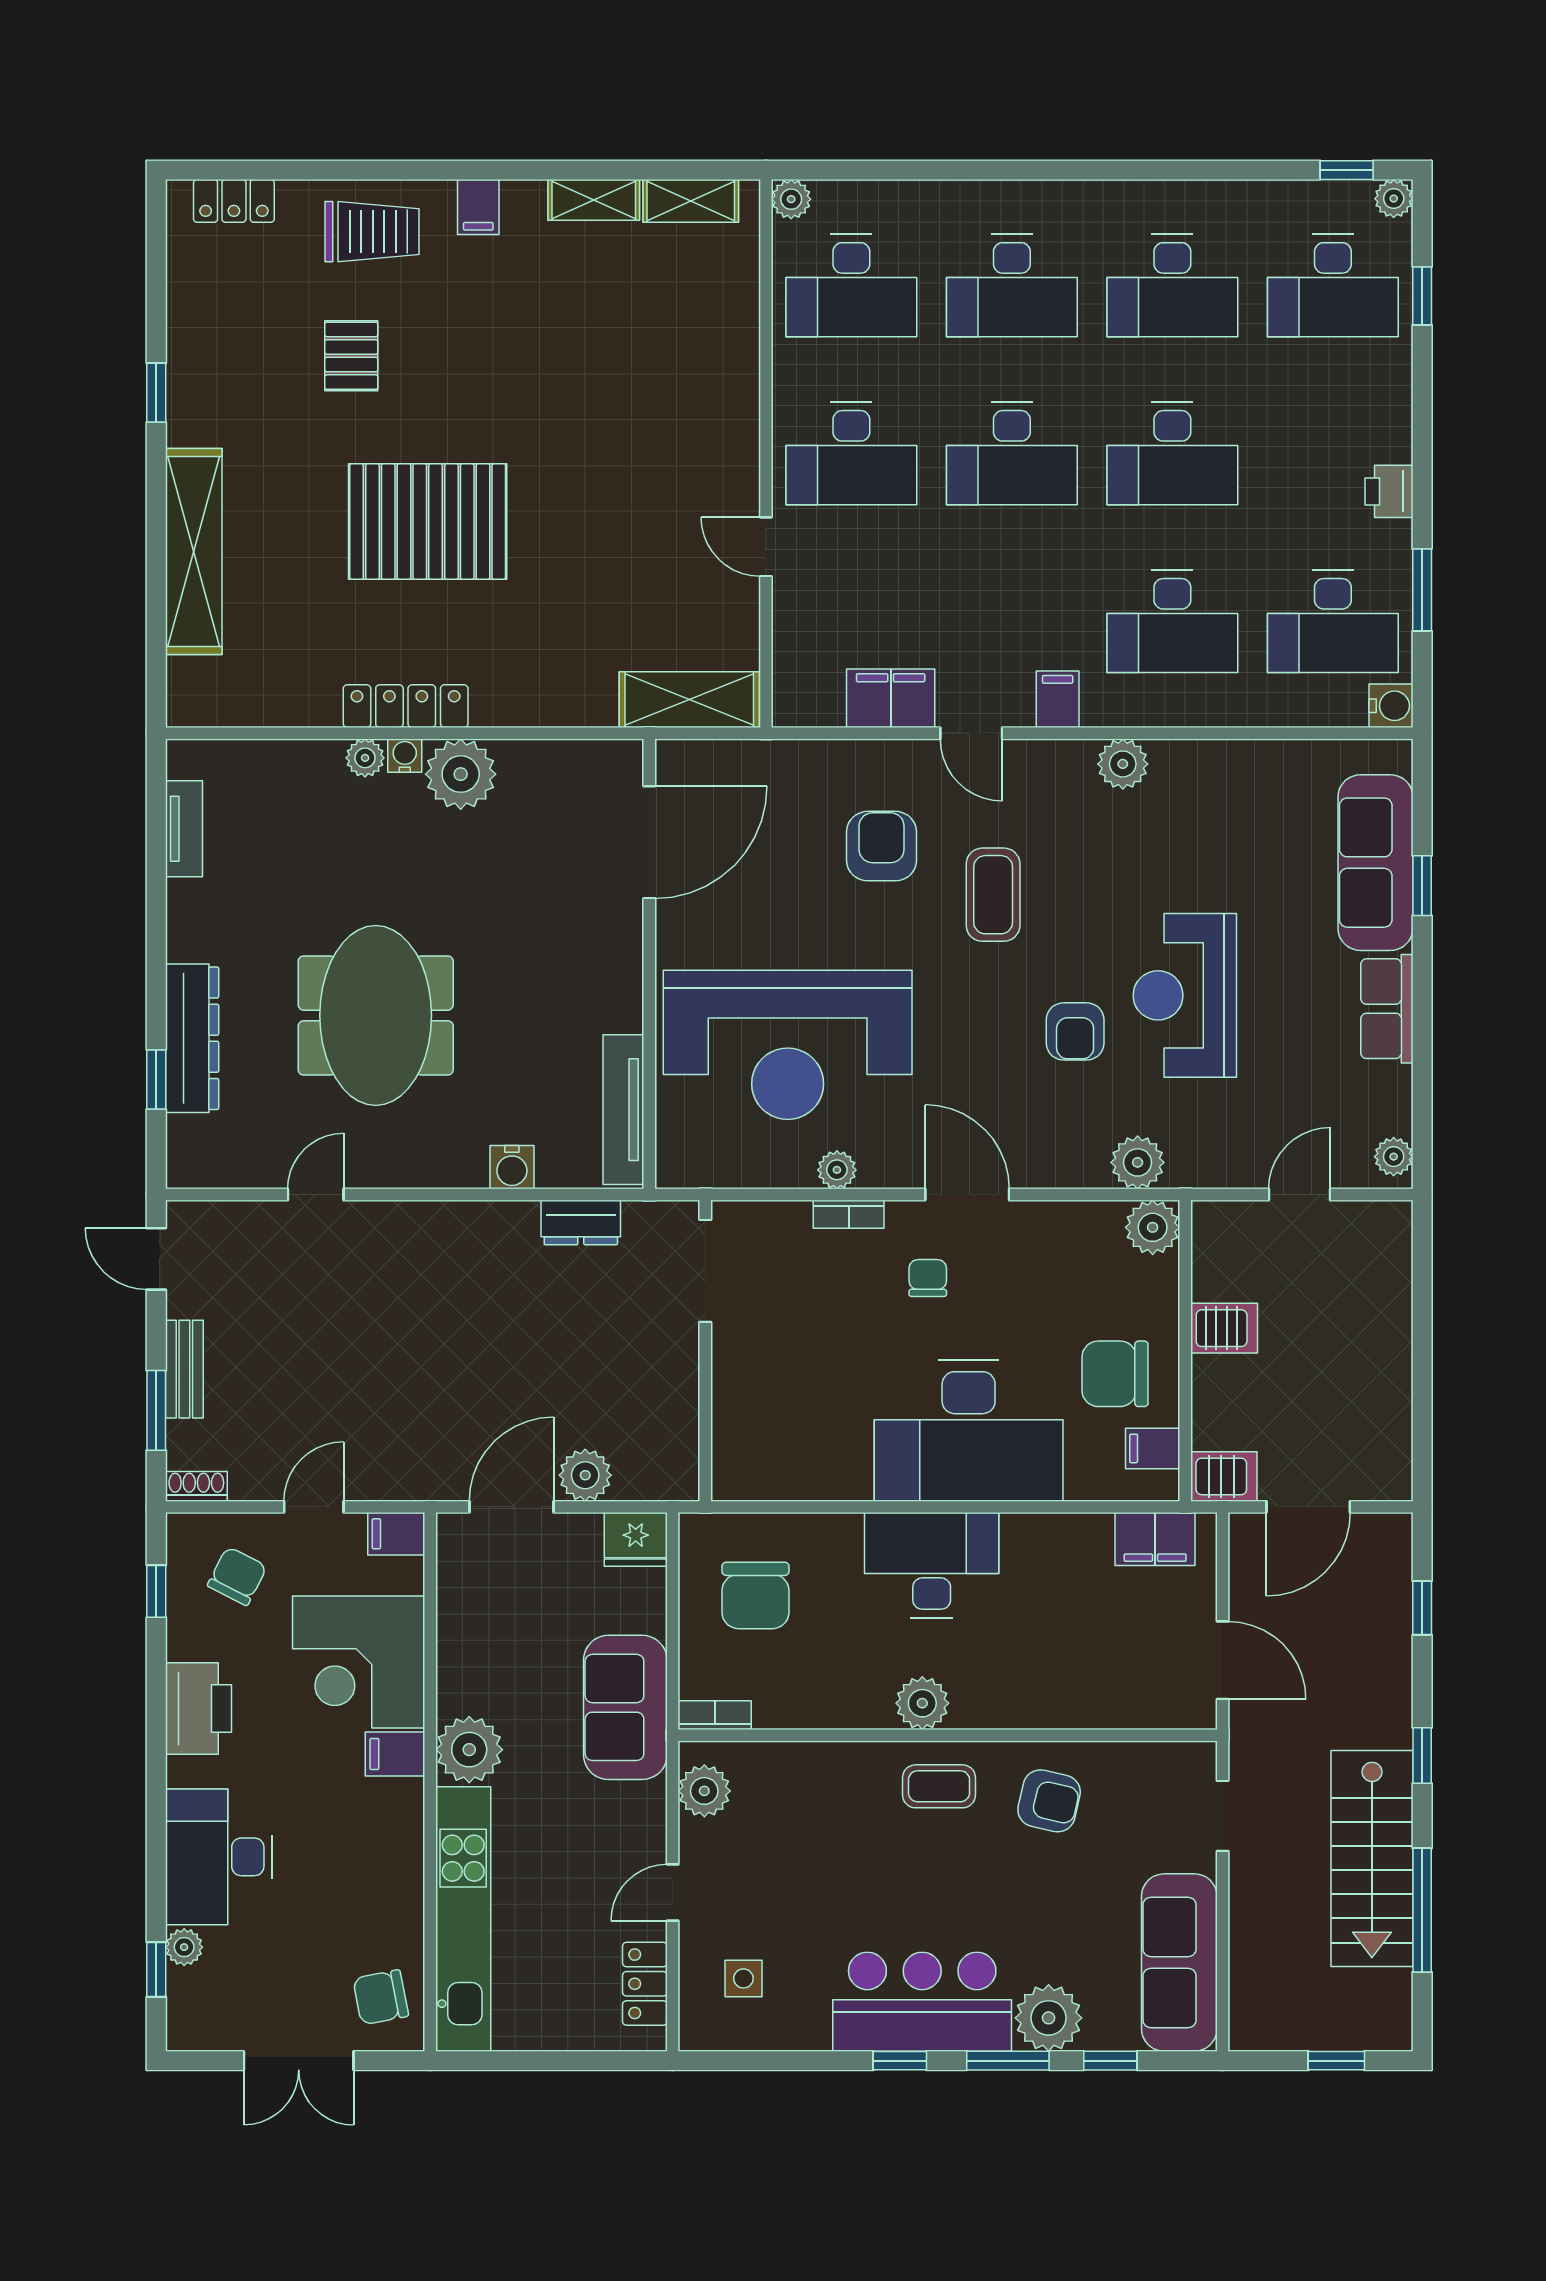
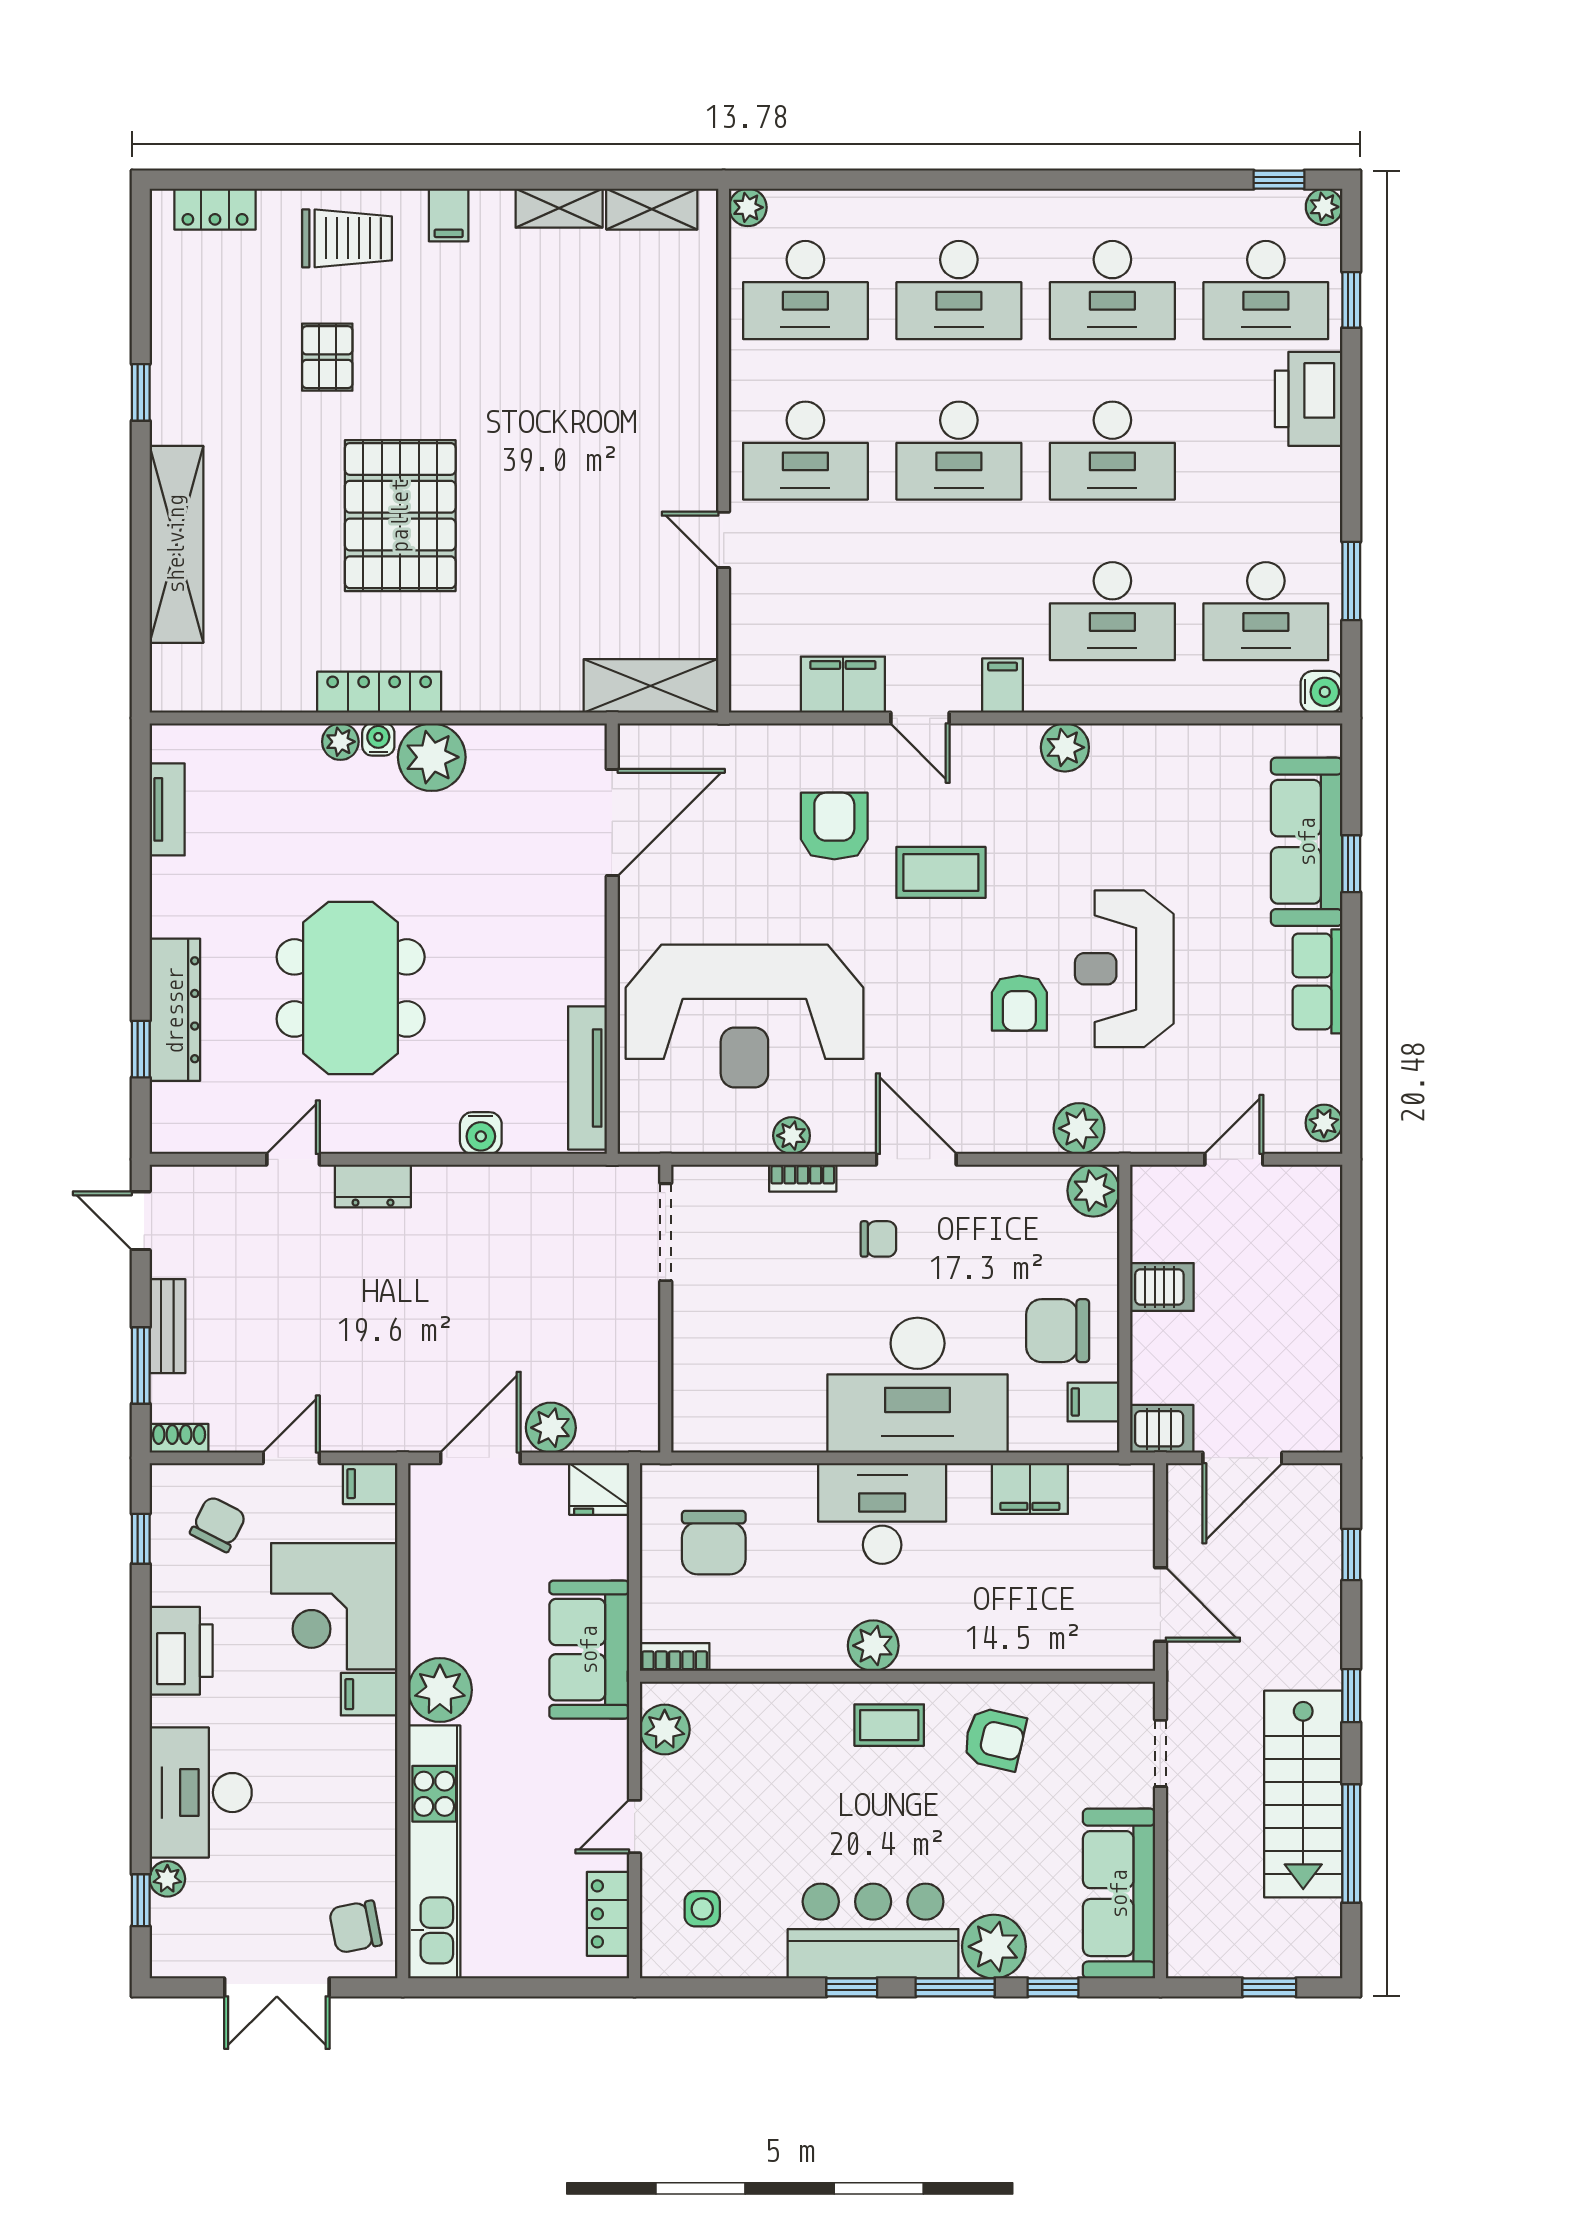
printer: (1389, 491) -> (1309, 399), moved, width x1.87, depth x1.48
pallet: (428, 521) -> (400, 516), turned 90
coffee table: (993, 895) -> (941, 872), turned 90
dresser: (581, 1223) -> (373, 1186), moved
chair: (928, 1278) -> (878, 1239), turned 90
filing cabinet: (1155, 1539) -> (1030, 1489), moved

